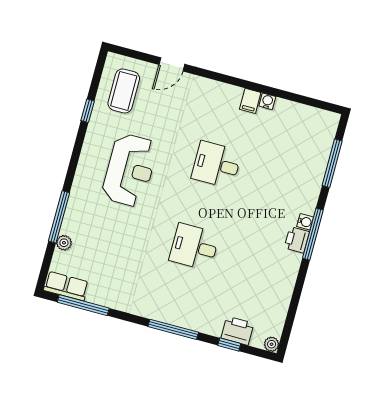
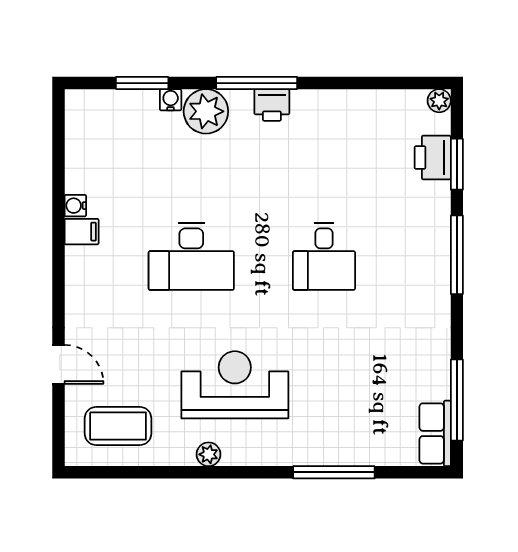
window: (88, 111) -> (162, 472), removed
window: (332, 163) -> (142, 83), width x0.69
desk: (216, 165) -> (191, 256), width x1.37
plant: (304, 198) -> (206, 111), added
water cooler: (305, 222) -> (171, 100), moved
plant: (64, 243) -> (209, 454), moved
window: (229, 345) -> (457, 164), width x1.50

